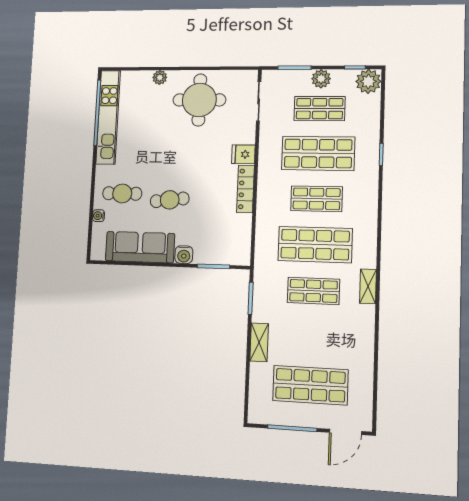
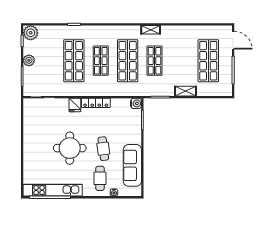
plant: (160, 77) -> (28, 159), removed
round table: (199, 100) -> (70, 148), moved
shop shelf: (320, 109) -> (47, 61), removed
water cooler: (184, 255) -> (136, 103), moved

